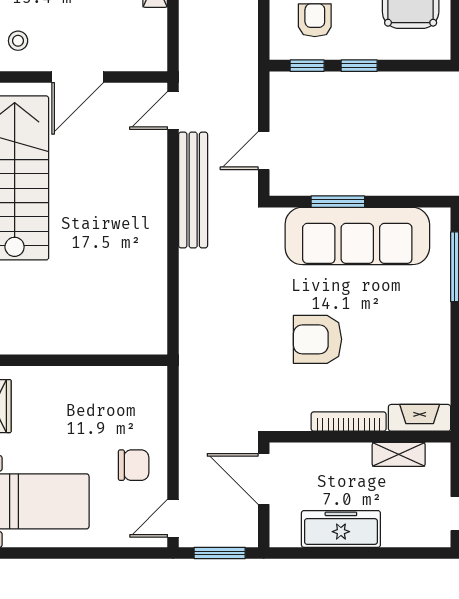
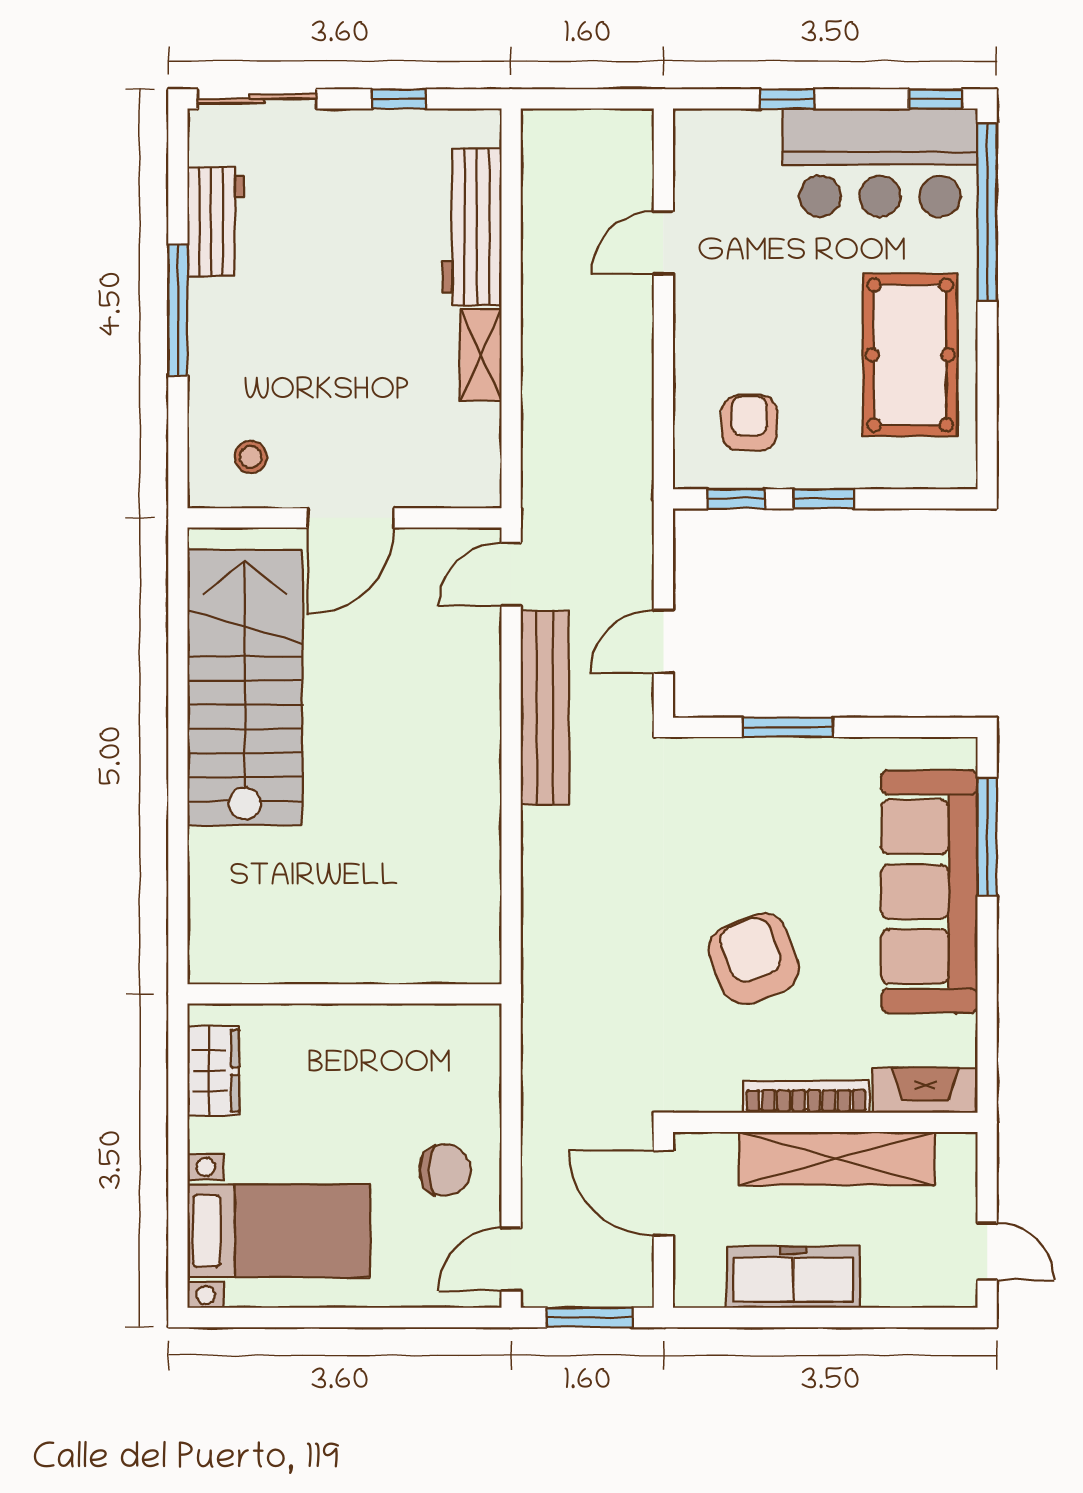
sofa: (357, 236) -> (929, 892), moved, turned 90
armchair: (318, 339) -> (754, 959), turned 69
shelving: (399, 454) -> (837, 1159), width x2.20, depth x1.33

